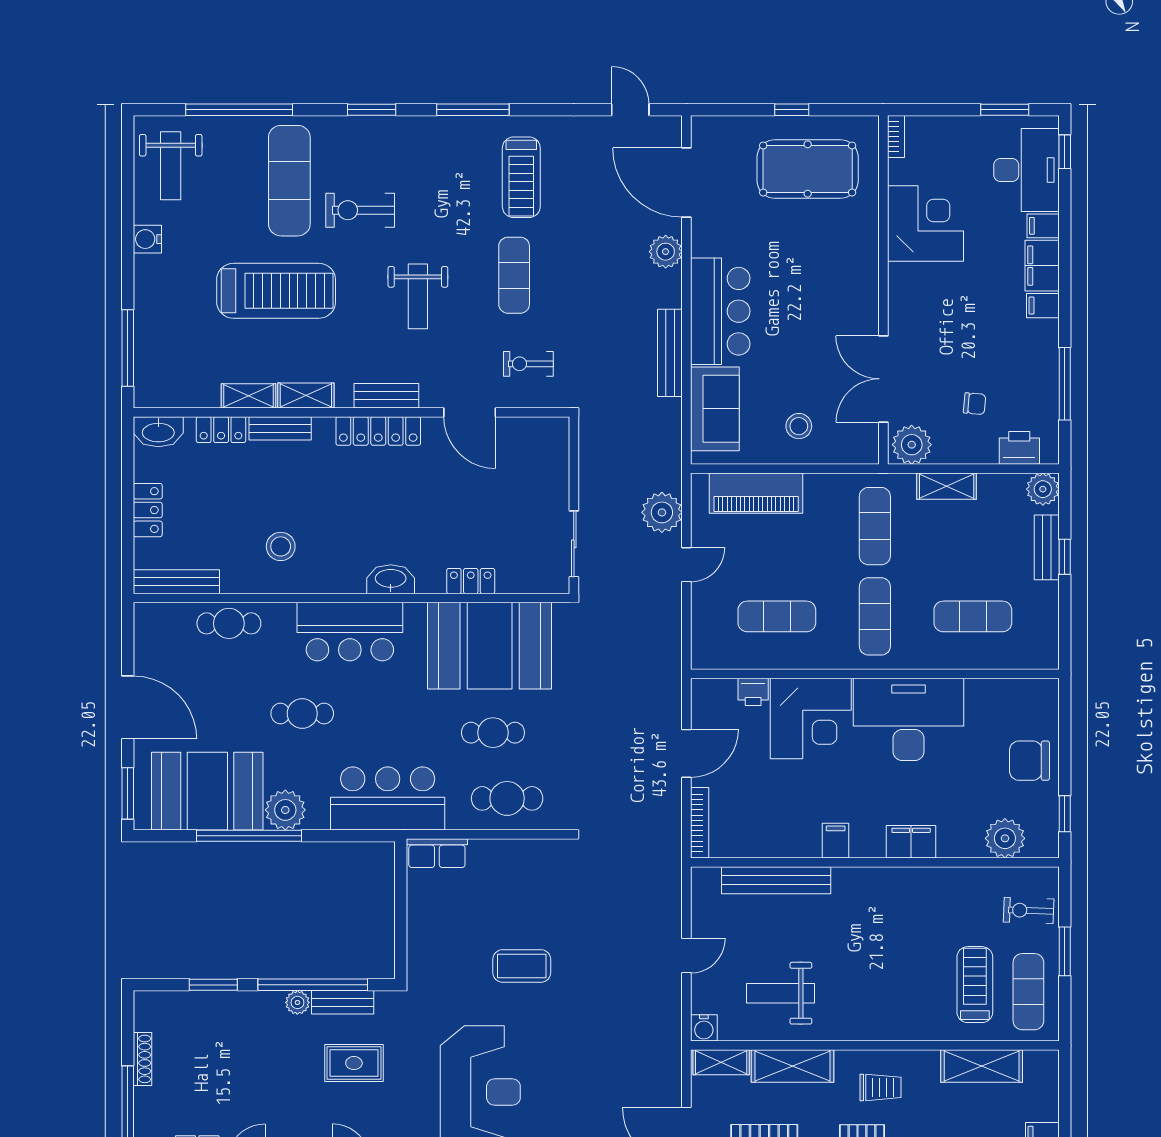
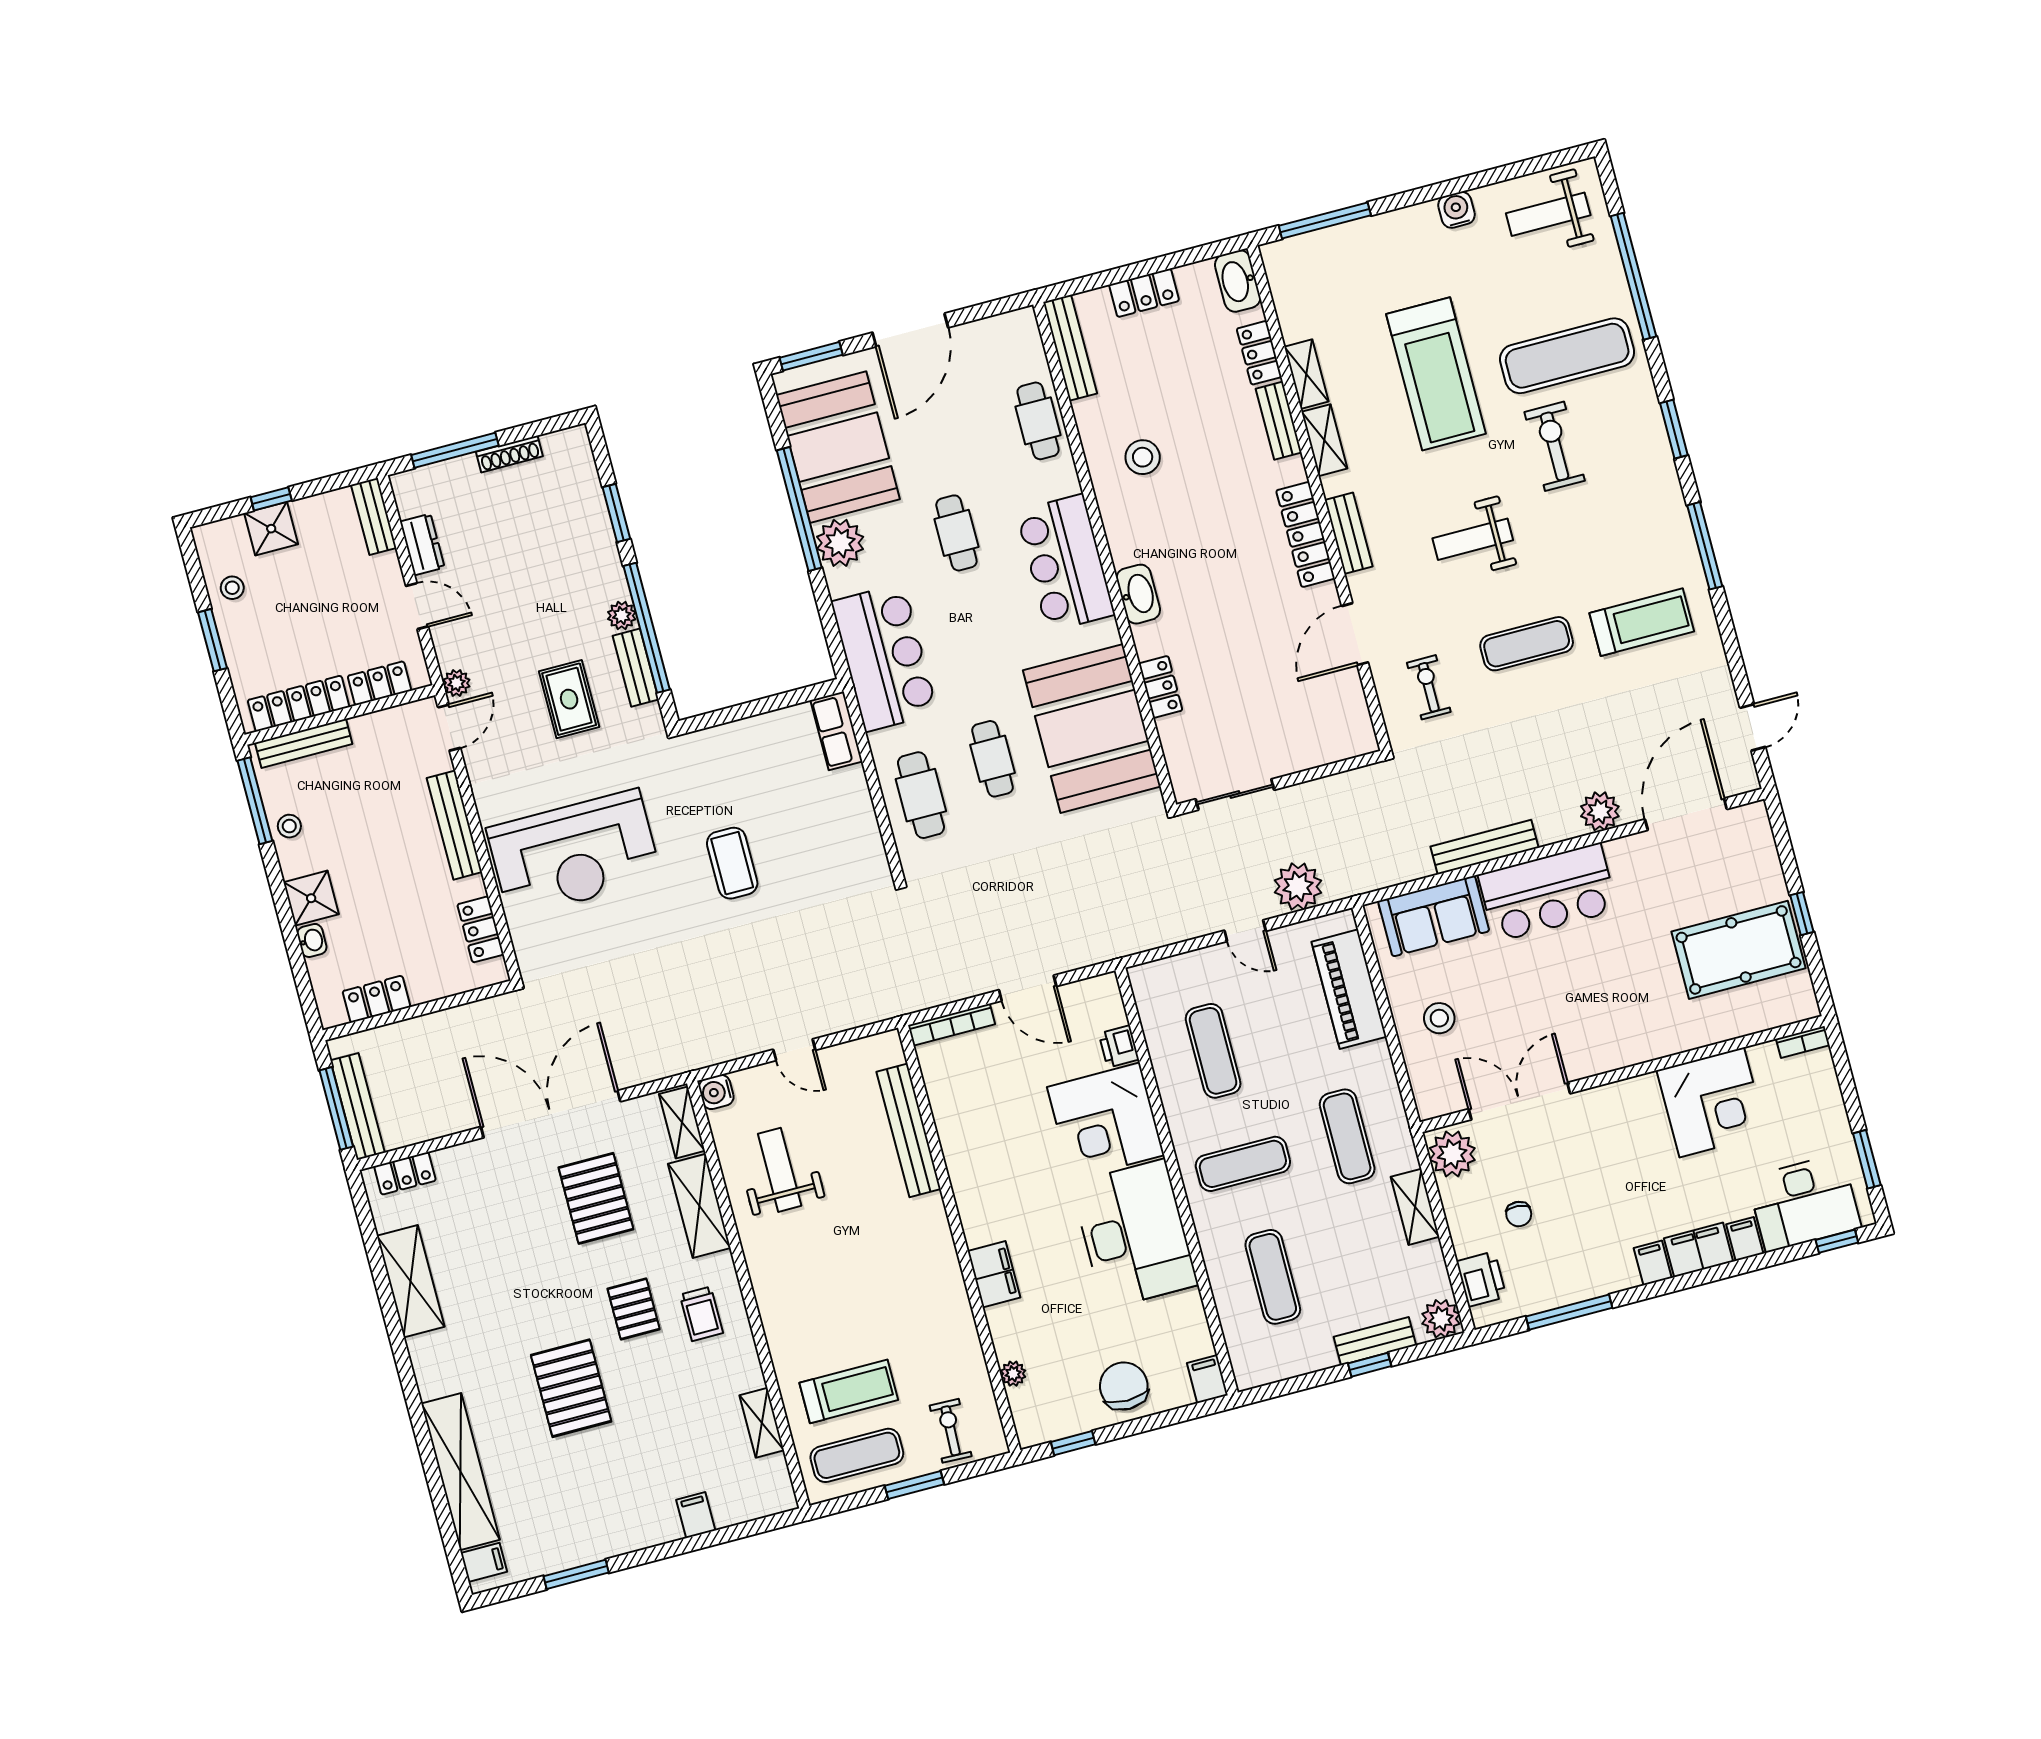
pool table: (808, 169) -> (1738, 950), turned 90
treadmill: (521, 177) -> (1642, 622), turned 180
exercise mat: (875, 526) -> (1347, 1136), turned 90
plant: (1005, 838) -> (1013, 1374), width x0.53, depth x0.53
filing cabinet: (836, 841) -> (1207, 1379), moved, turned -90
shelving: (982, 1066) -> (762, 1423), width x0.67, depth x0.75

